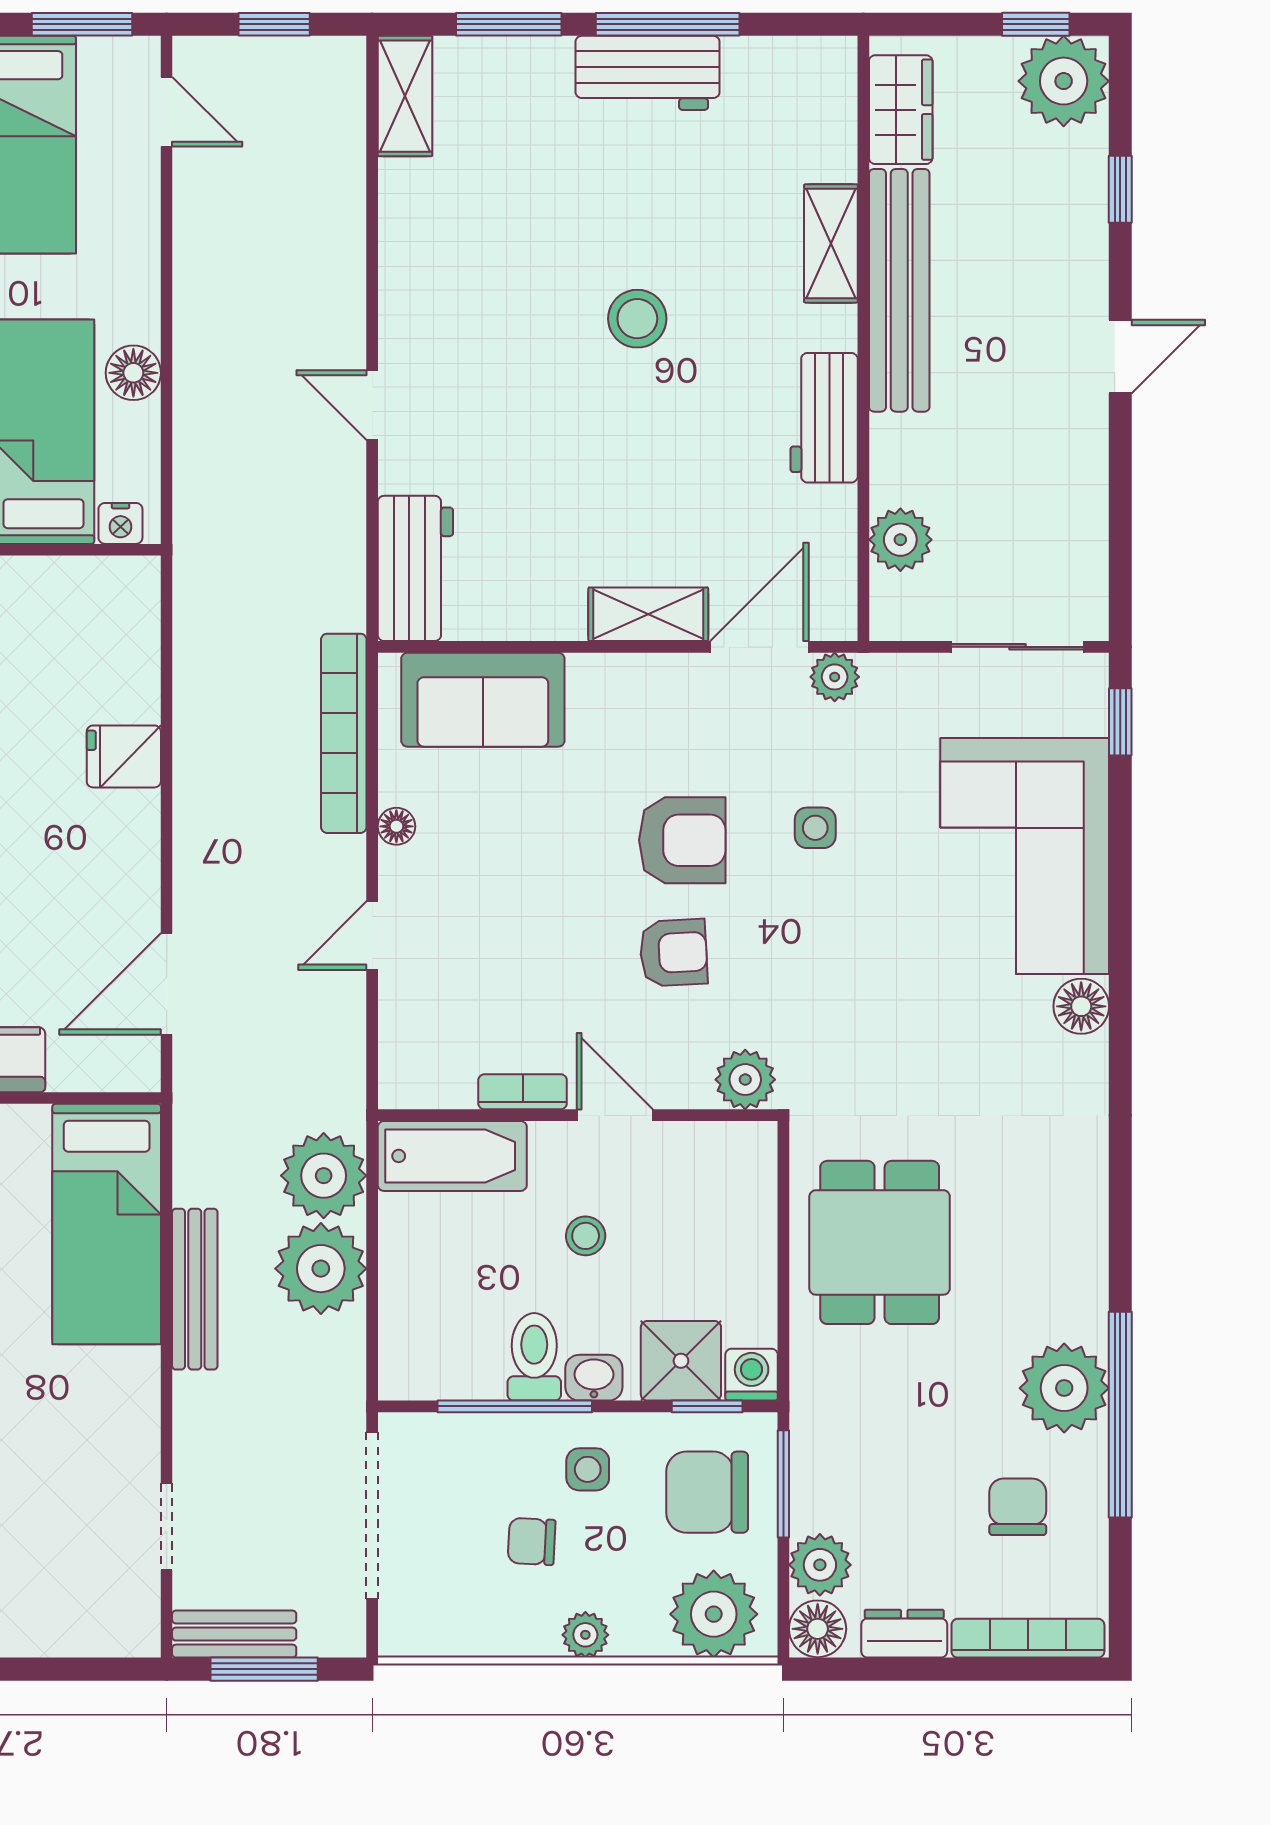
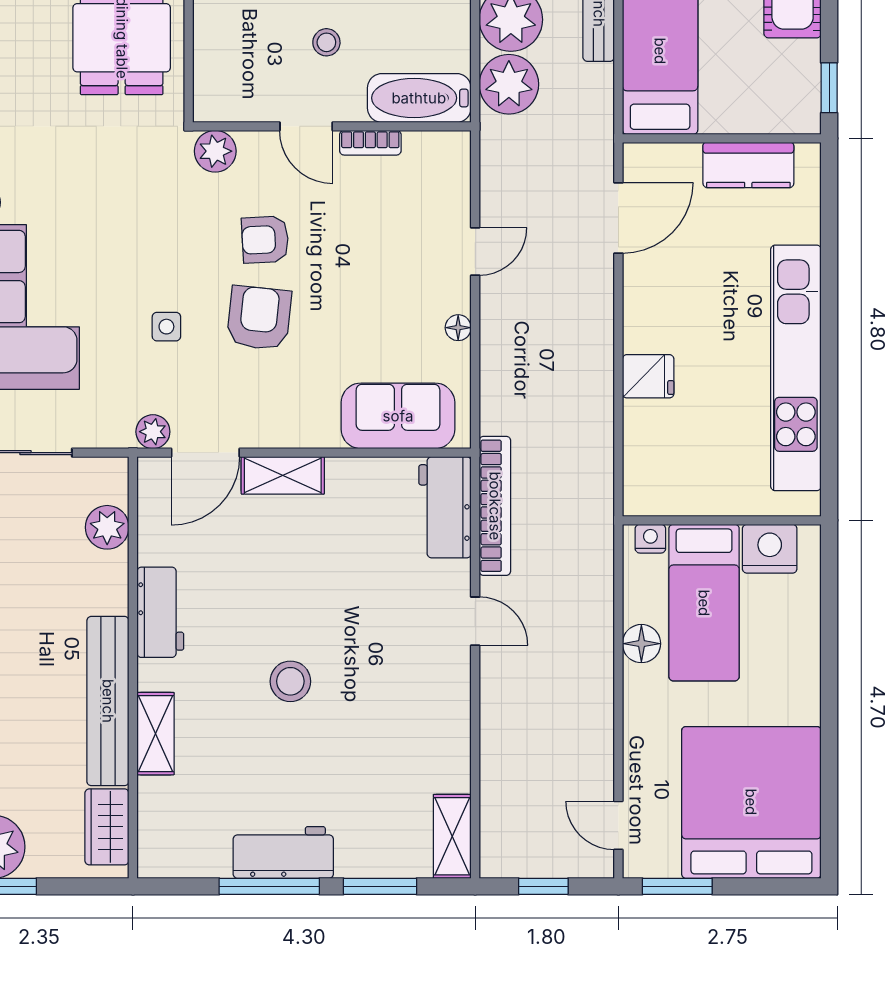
bookcase: (344, 733) -> (495, 506), moved
armchair: (682, 840) -> (259, 318), turned 96

